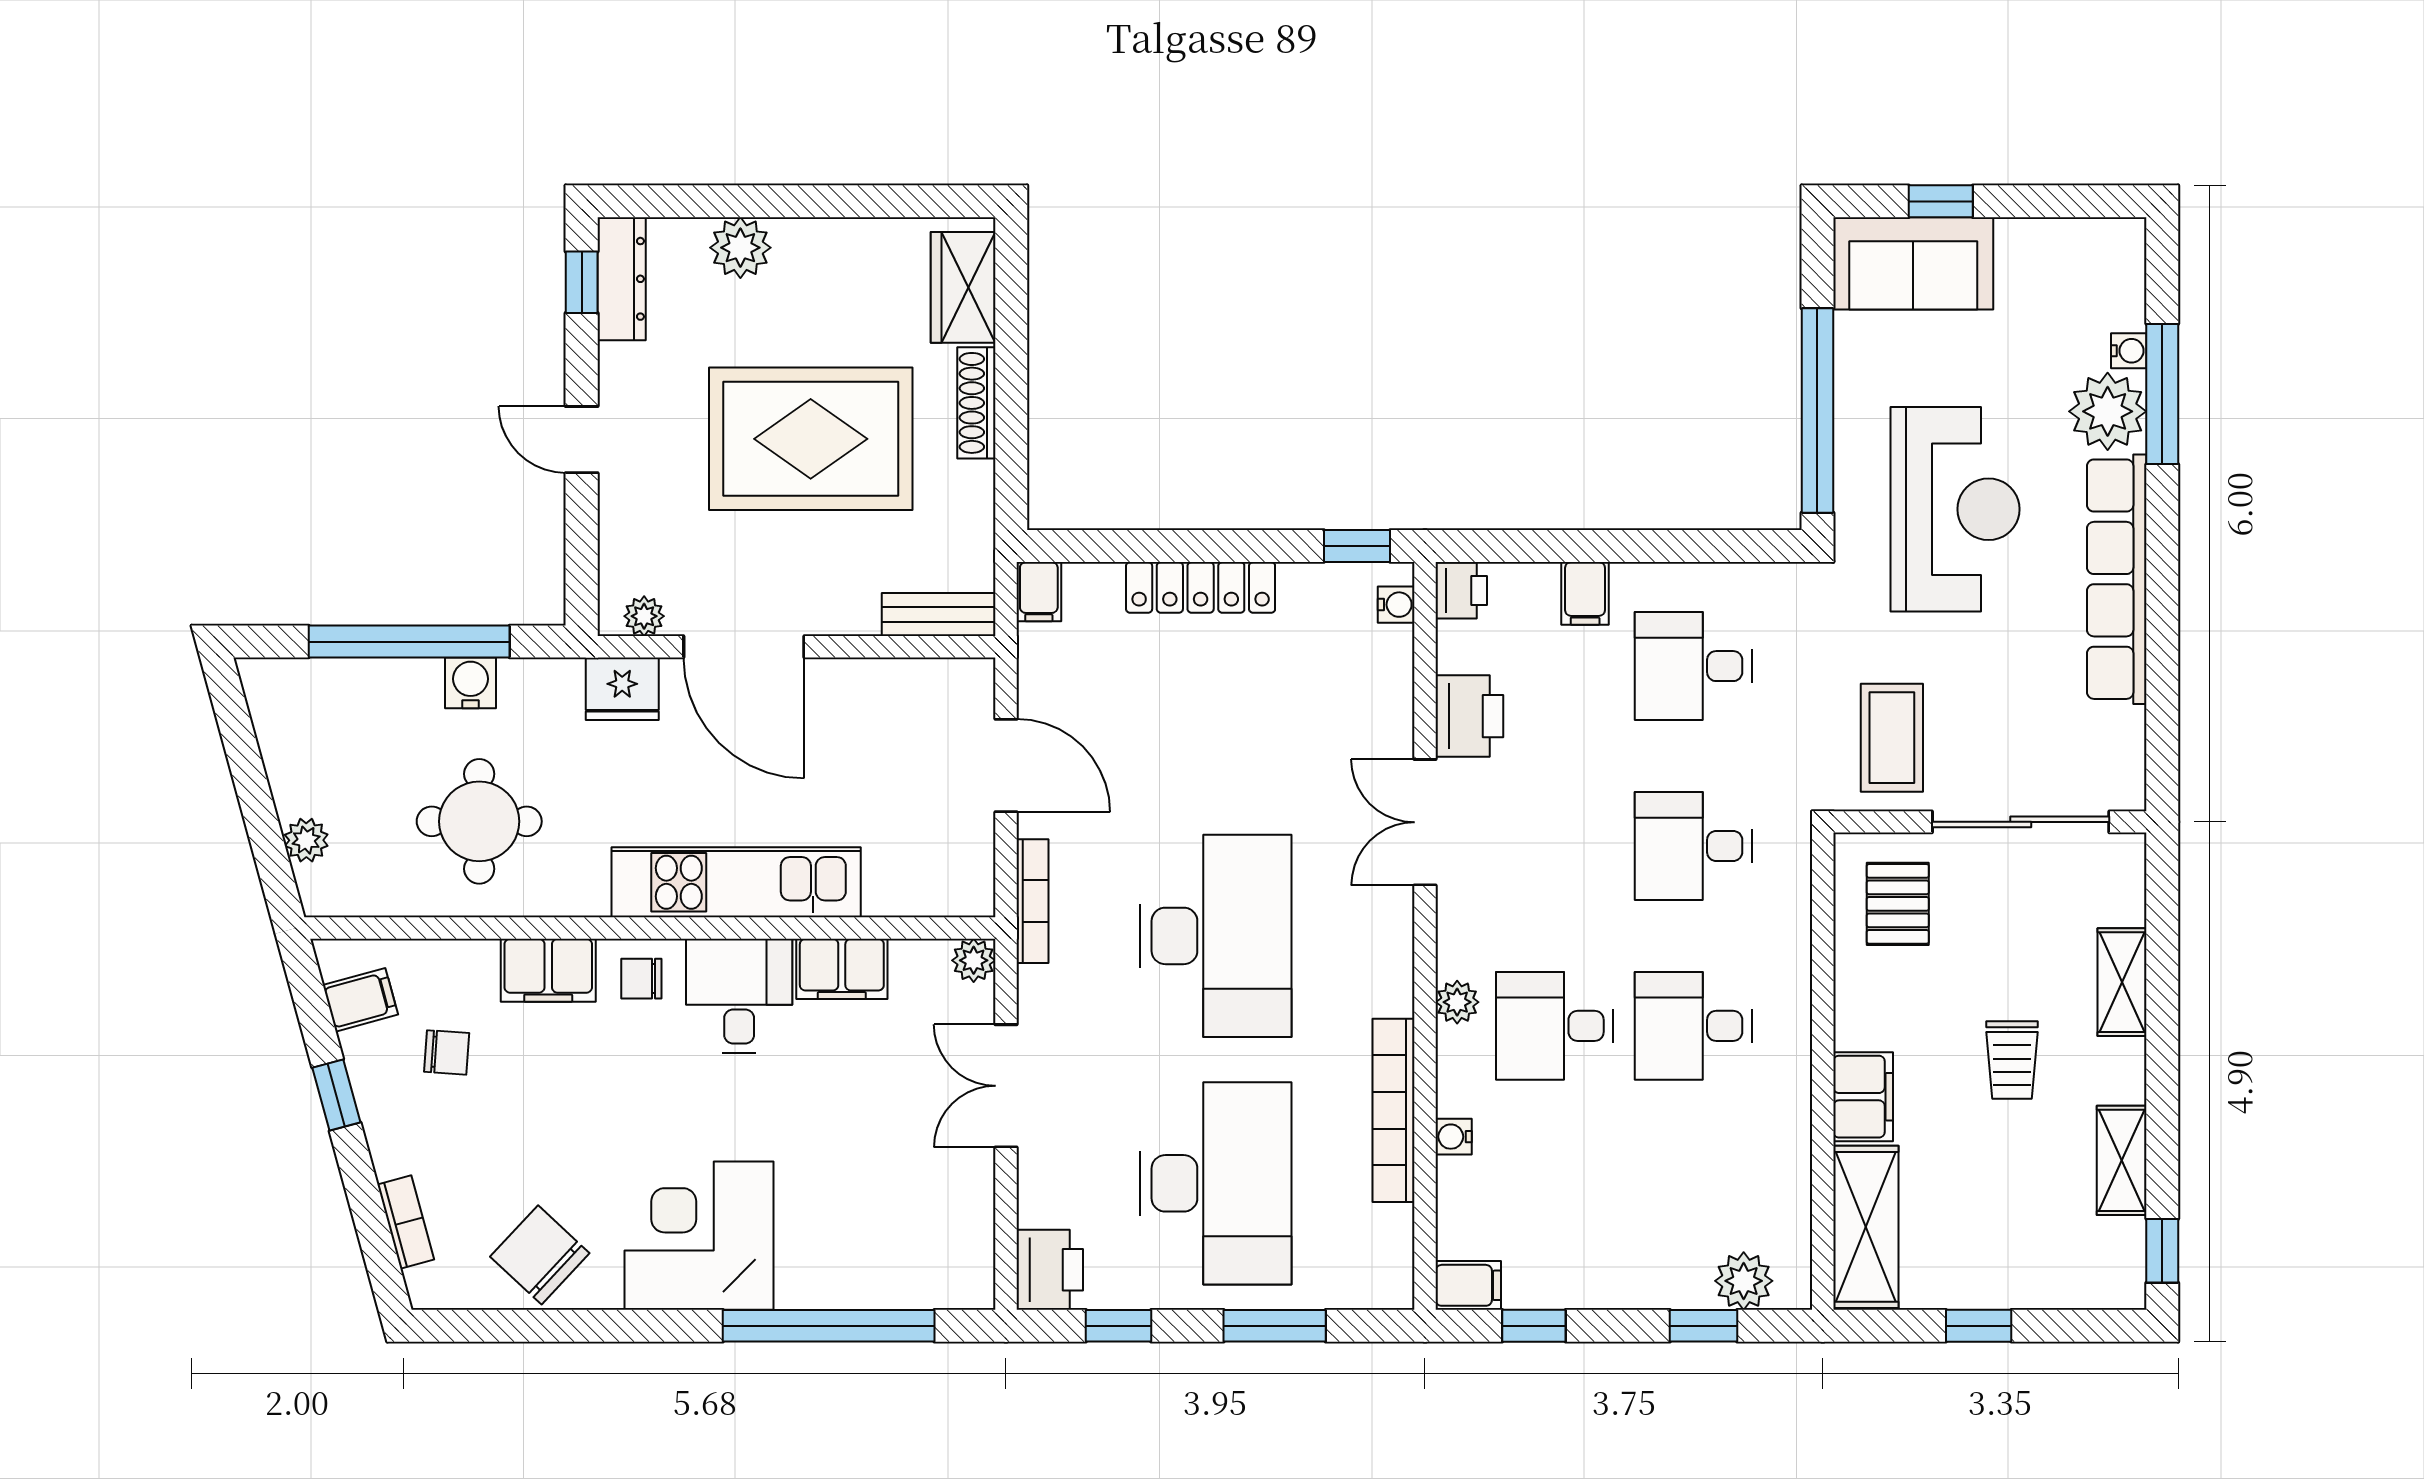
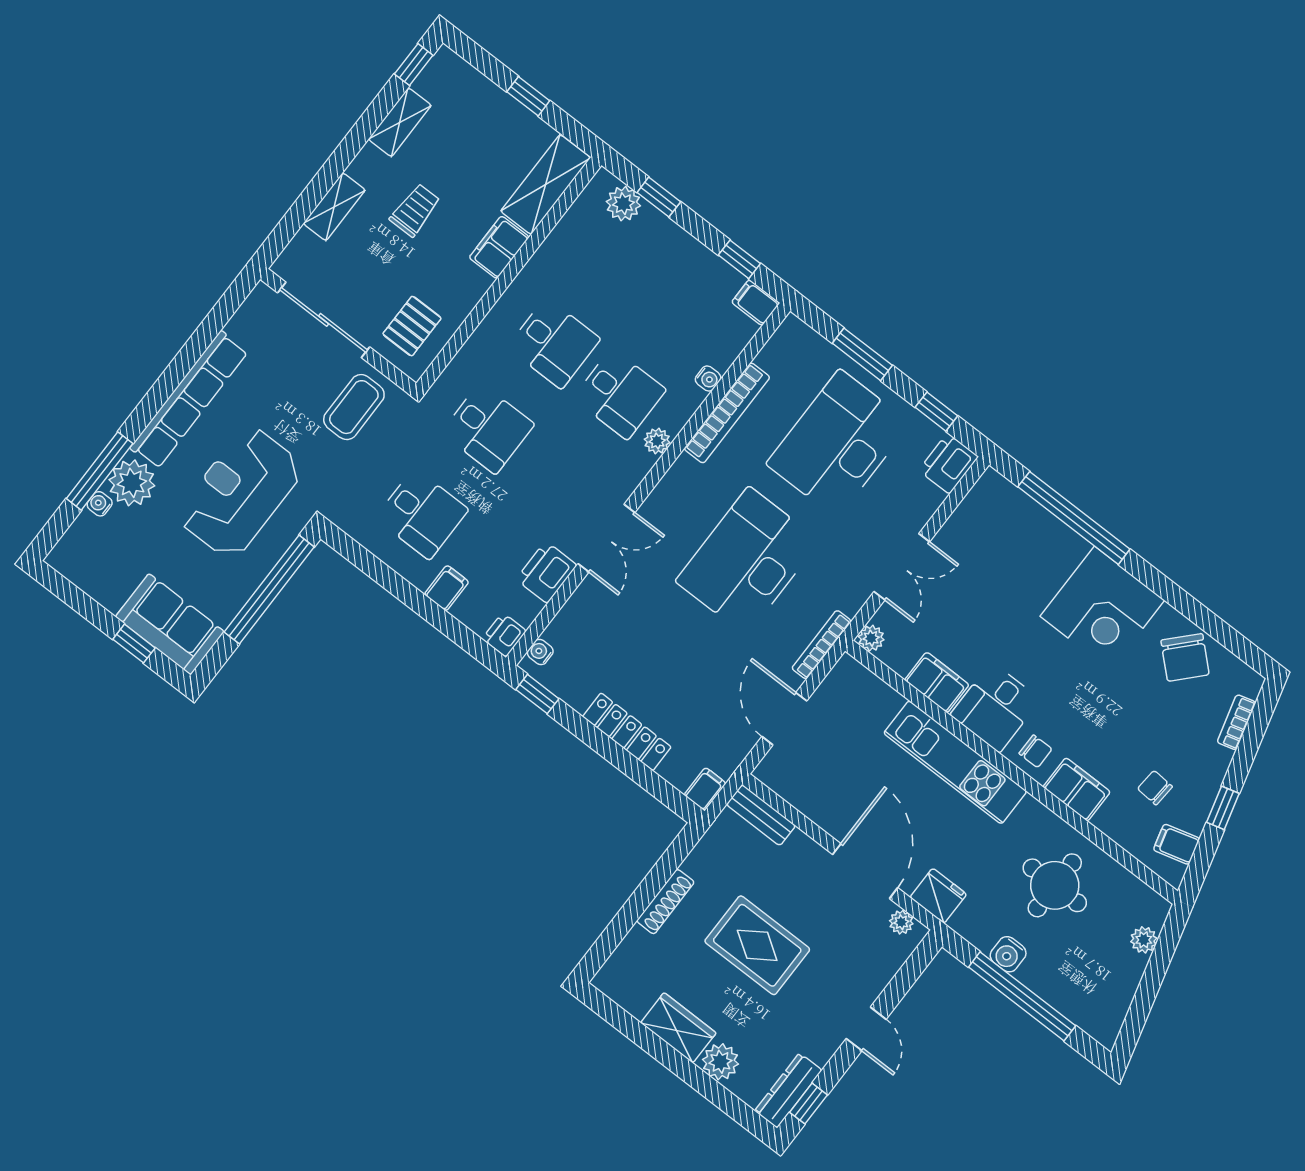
wardrobe: (963, 287) -> (678, 1028), moved, turned -90
rug: (811, 439) -> (757, 945), width x0.73, depth x0.69

